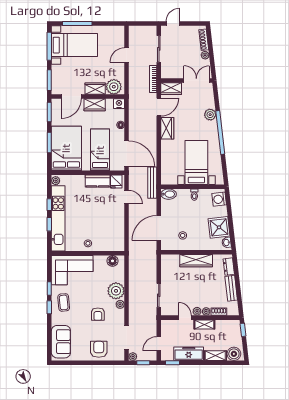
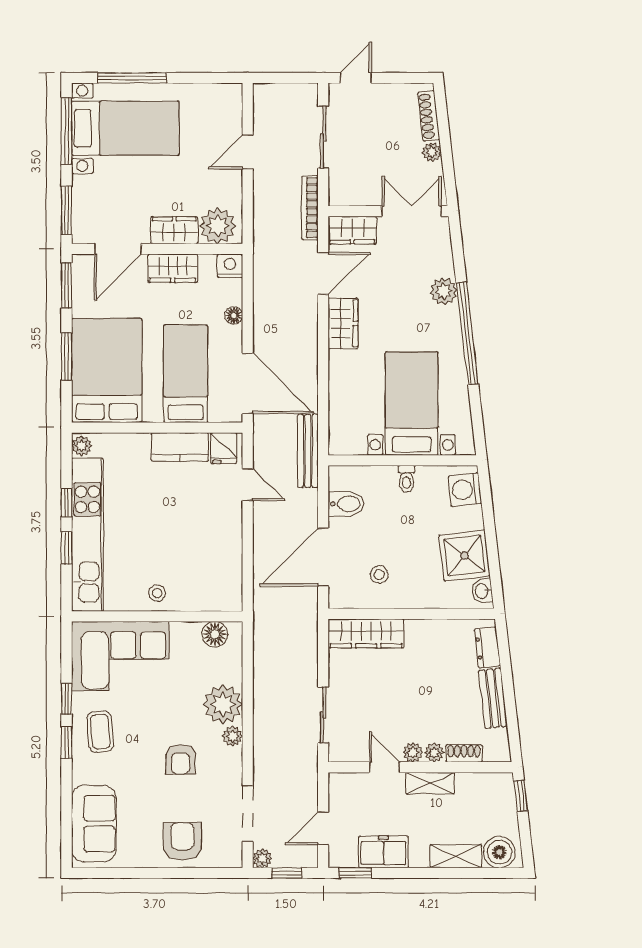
bidet: (169, 194) -> (346, 504), moved
wardrobe: (196, 261) -> (366, 633), moved
freezer: (189, 354) -> (383, 852), width x0.71

